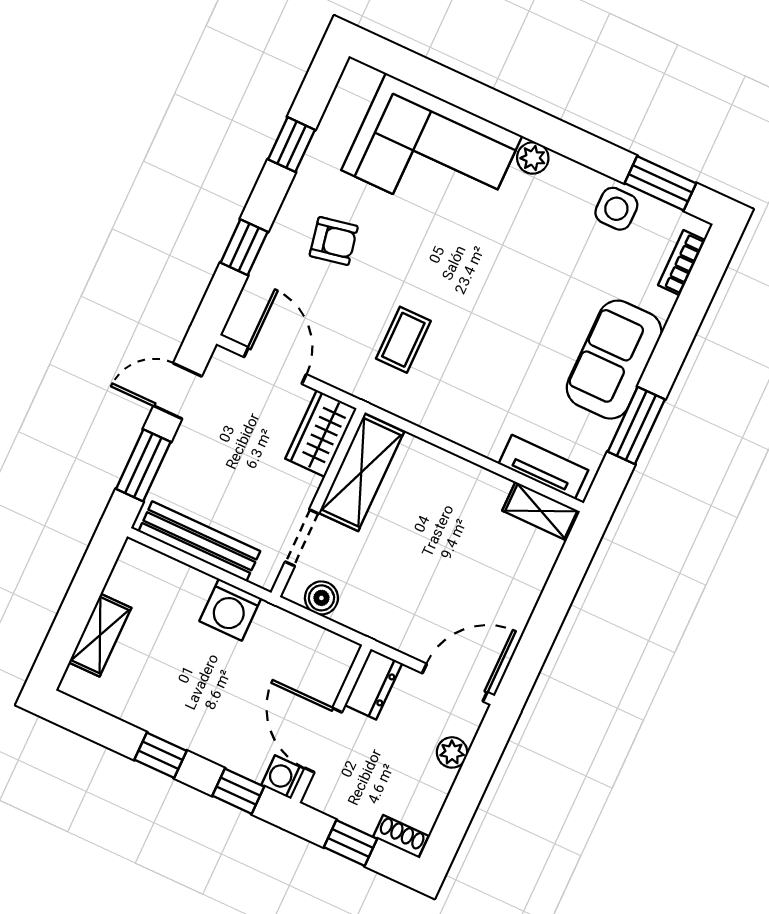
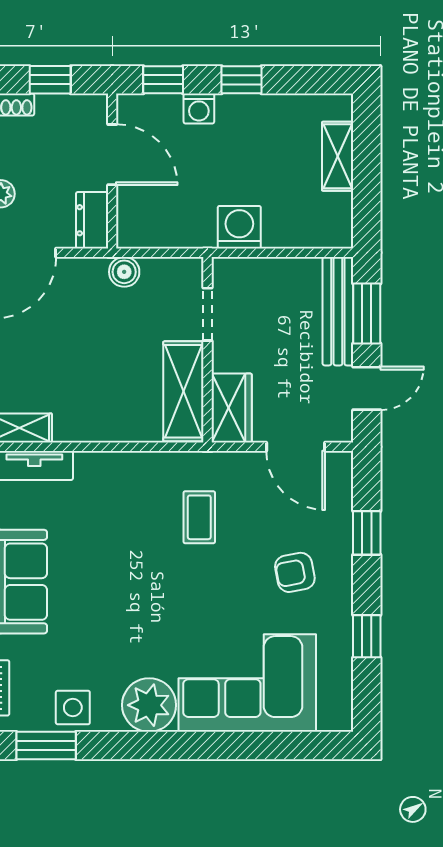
plant: (533, 158) -> (149, 705), width x1.88, depth x1.88
bench: (199, 541) -> (338, 311), moved, turned 90
boiler: (321, 598) -> (124, 272), moved
washing machine: (283, 777) -> (199, 109), moved, turned 90

